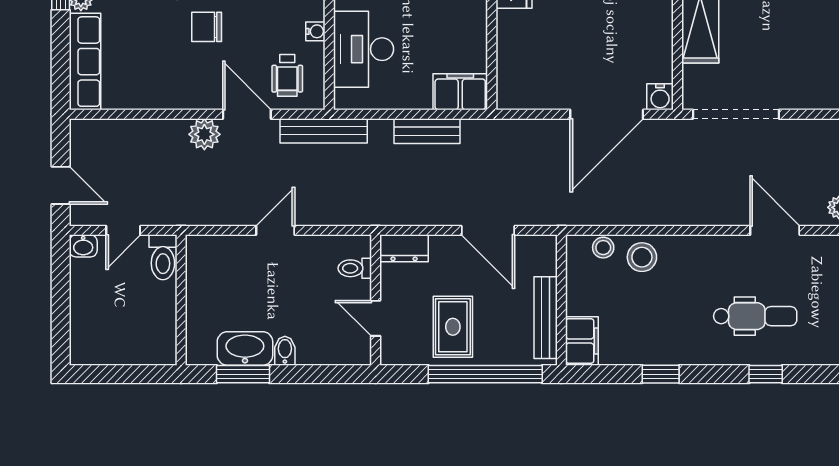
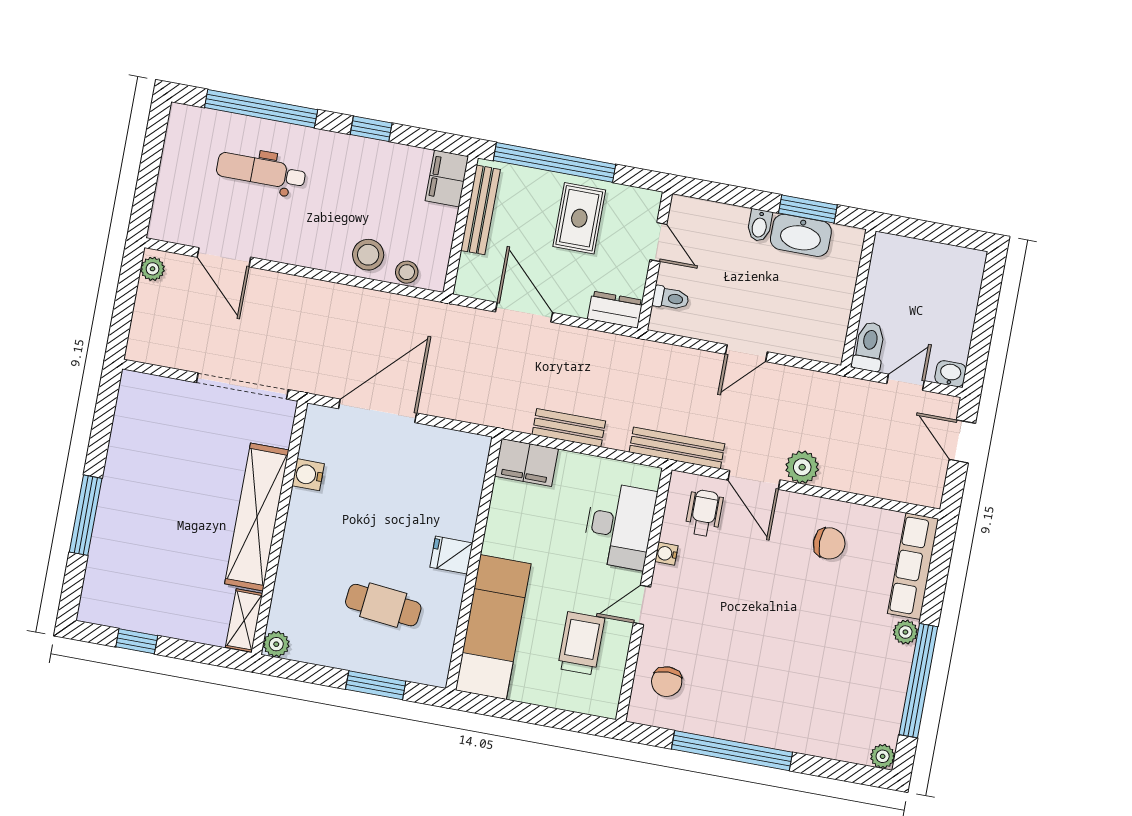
chair: (207, 27) -> (829, 543), moved
water cooler: (660, 97) -> (308, 475), moved, turned -90
window: (766, 374) -> (261, 109), width x3.17

